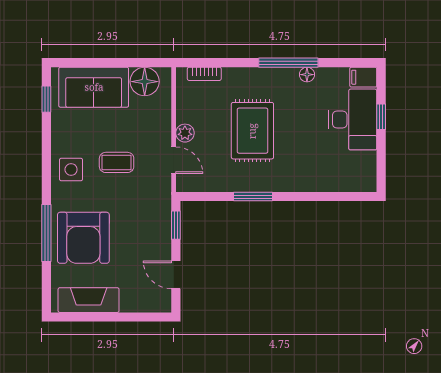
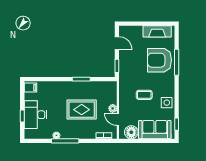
filing cabinet: (363, 77) -> (30, 88), moved
rug: (252, 131) -> (82, 110), turned 90
door: (174, 160) -> (118, 119), moved
side table: (71, 169) -> (167, 103), moved
armchair: (83, 238) -> (160, 60), turned -90

